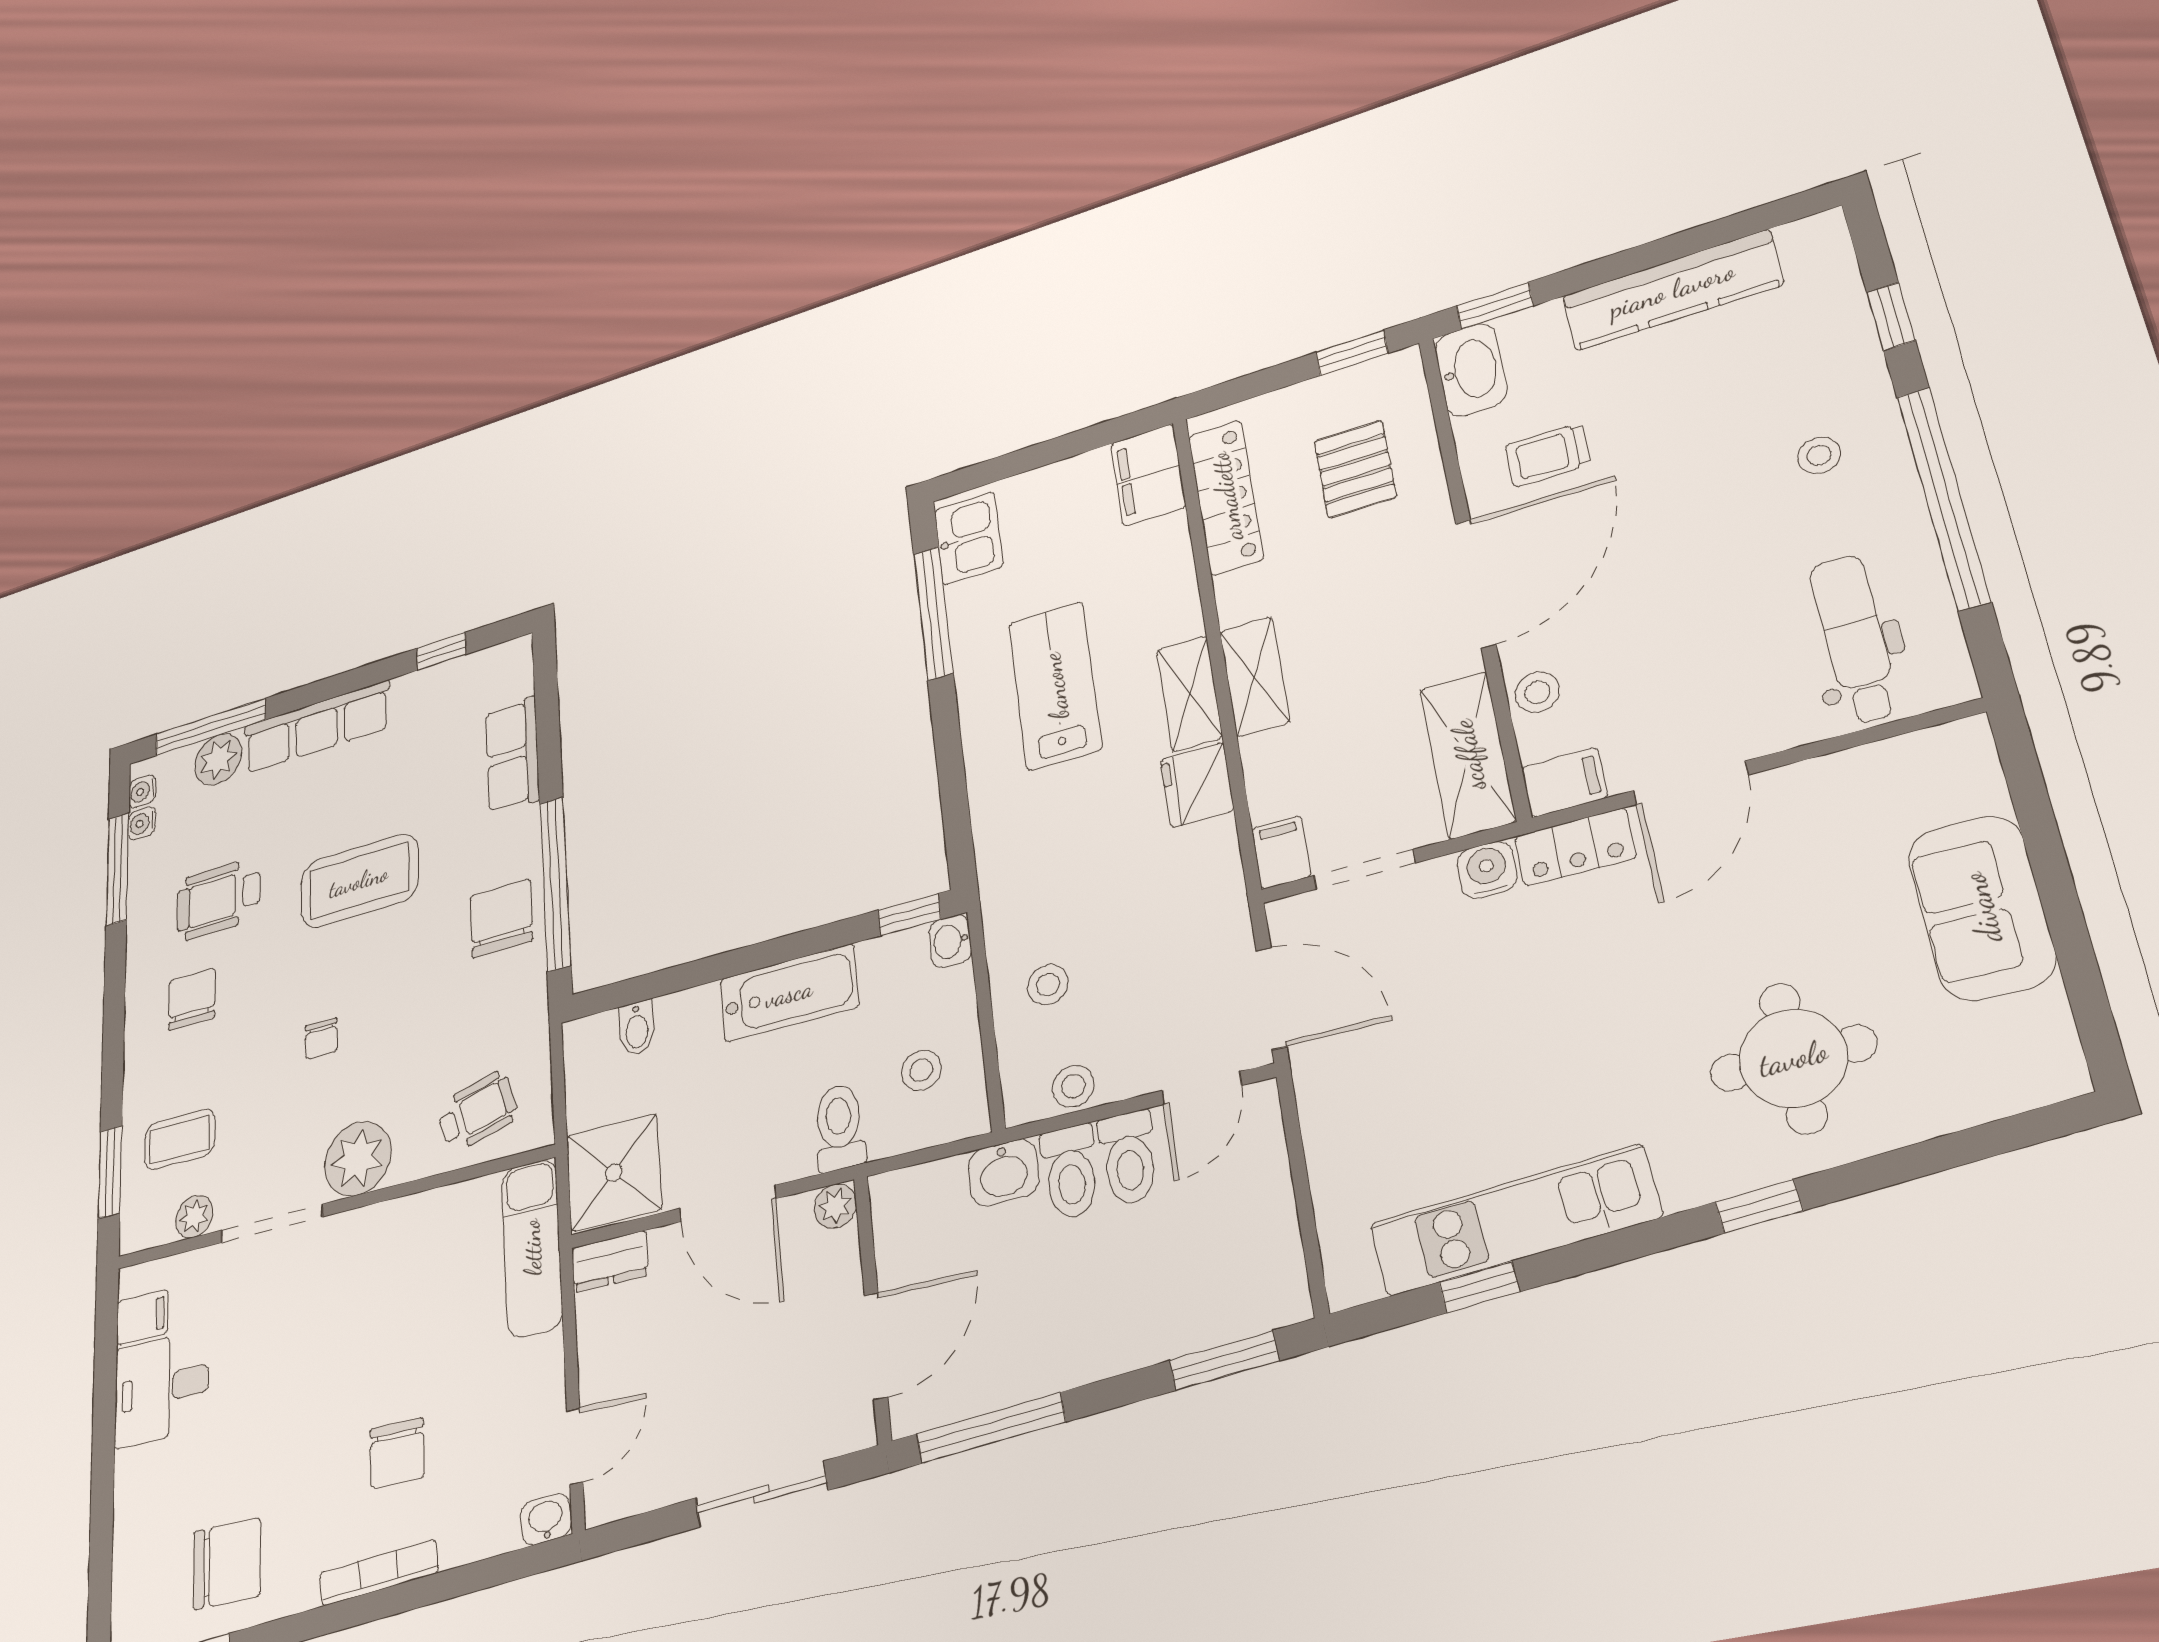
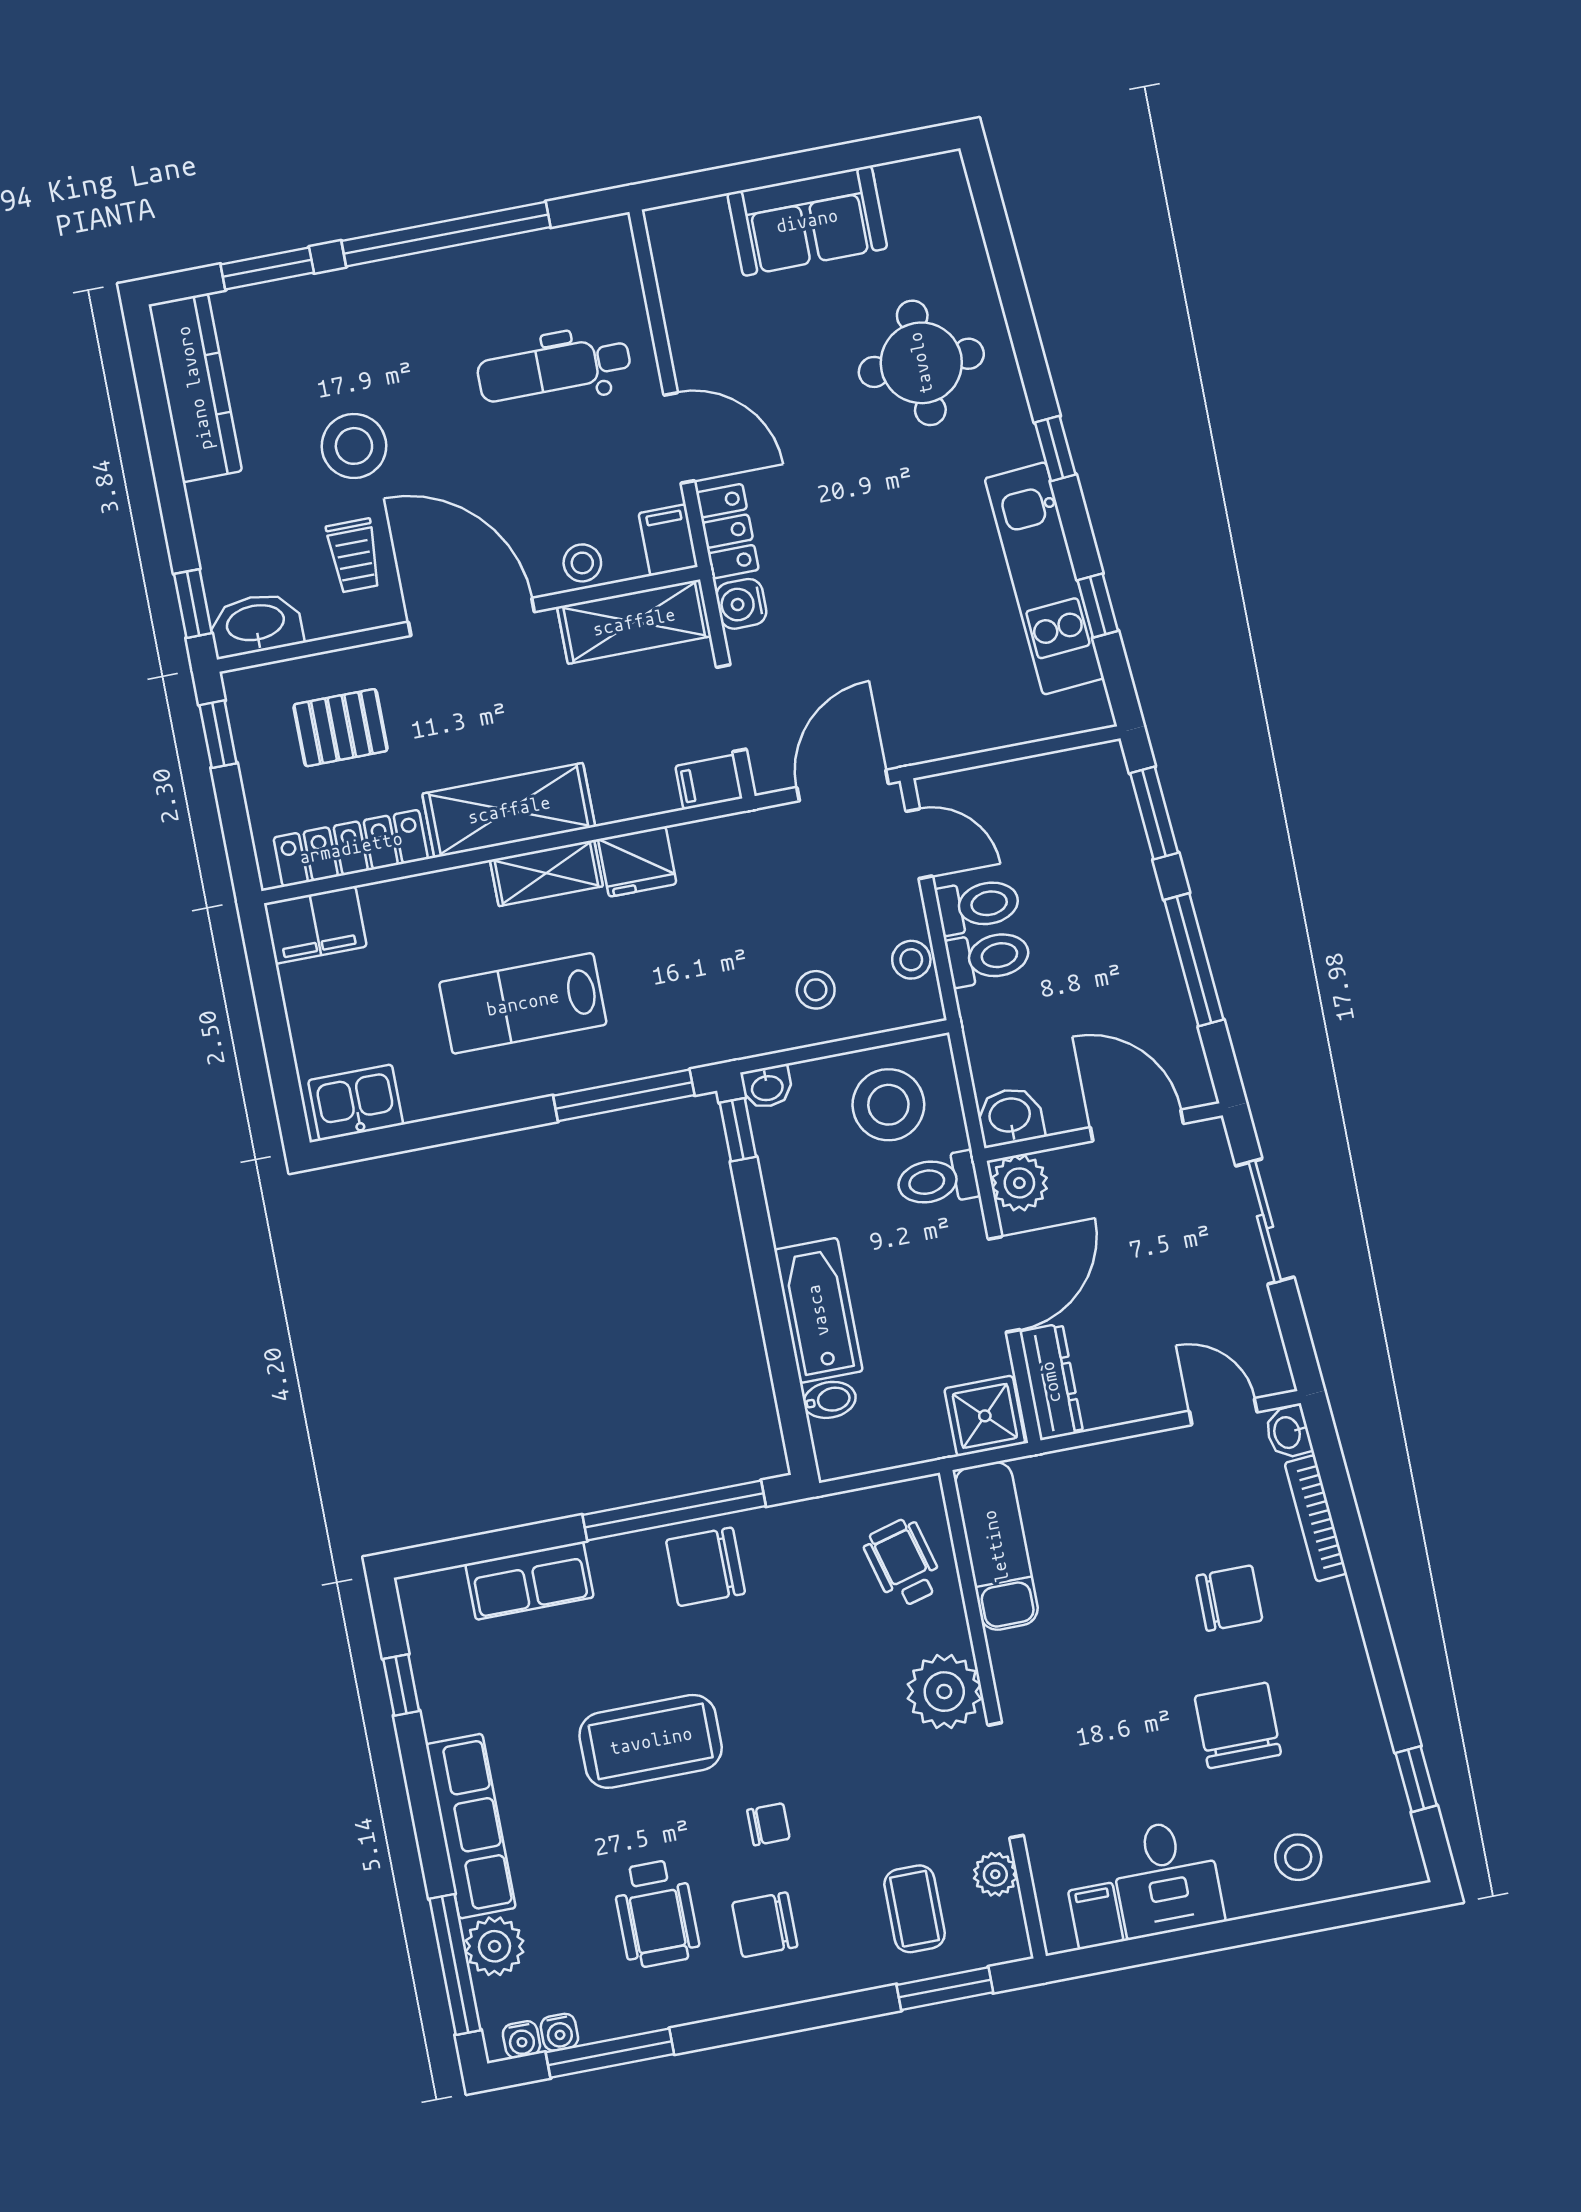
kitchen counter: (1672, 290) -> (195, 388), moved
window: (1891, 316) -> (267, 268), width x1.50
stool: (1819, 455) -> (354, 446), moved, width x1.89, depth x1.89
window: (933, 613) -> (624, 1095), moved
dental chair: (1854, 639) -> (554, 369), moved
shelving: (1255, 677) -> (509, 810), width x1.50, depth x1.33
coffee table: (359, 881) -> (651, 1741), turned 90
bathtub: (789, 993) -> (818, 1310), moved
chair: (321, 1039) -> (769, 1824), moved
stool: (921, 1070) -> (888, 1105), width x1.89, depth x1.89
shower: (614, 1173) -> (985, 1416), width x0.73, depth x0.73
washbasin: (1004, 1173) -> (1010, 1117), moved, turned -90
plant: (835, 1206) -> (1019, 1183), width x1.38, depth x1.38
window: (1759, 1206) -> (1055, 449), moved
exam couch: (532, 1248) -> (996, 1546), moved, turned -90
dresser: (610, 1262) -> (1051, 1382), width x1.44
window: (991, 1428) -> (1194, 960), moved
stool: (155, 1526) -> (1298, 1857), added
chair: (227, 1564) -> (1238, 1725), moved
bookcase: (379, 1573) -> (1316, 1518), moved

